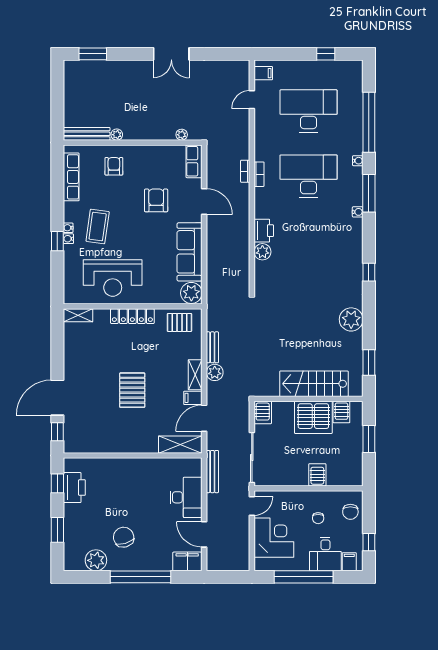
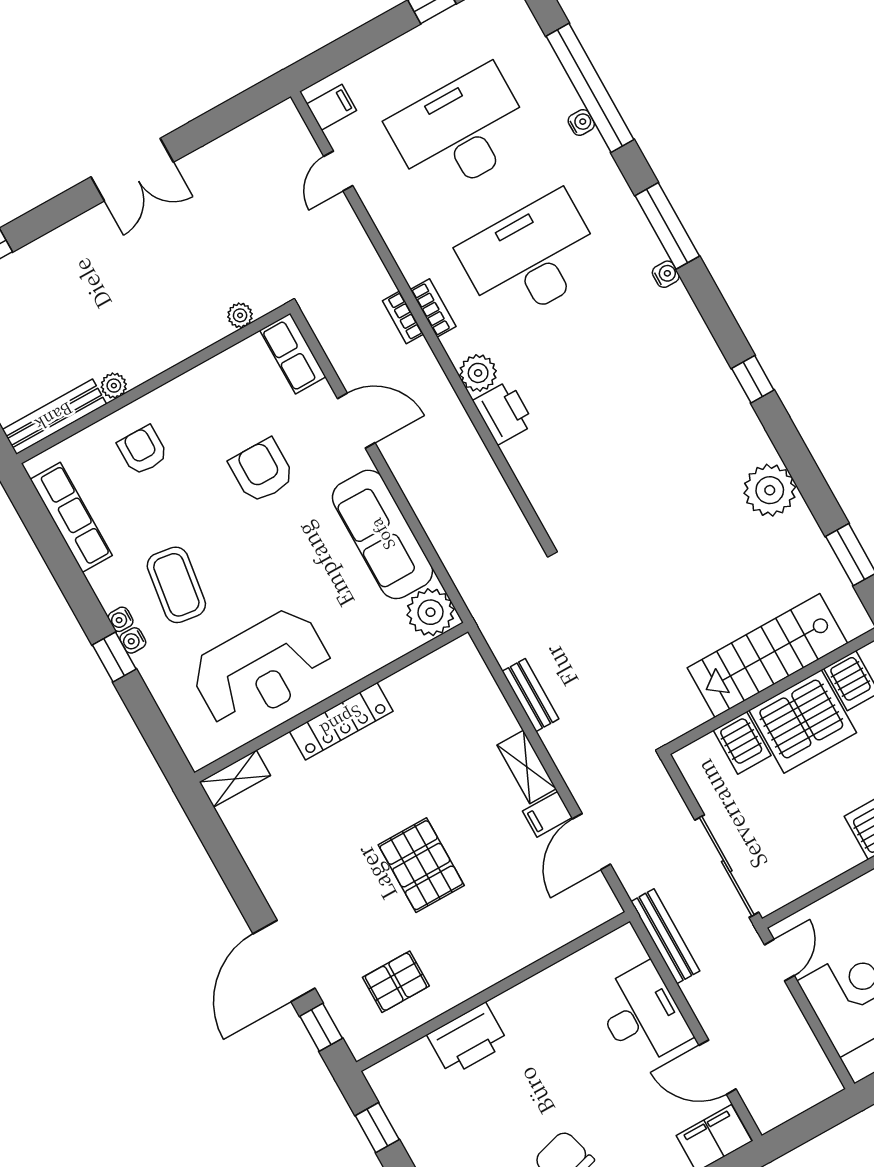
water cooler: (358, 161) -> (581, 122), moved
plant: (262, 252) -> (478, 373), moved
pallet: (179, 322) -> (396, 982), moved
plant: (215, 372) -> (562, 741), removed
server rack: (263, 412) -> (742, 743), moved
shelving: (180, 445) -> (574, 919), removed
printer: (74, 488) -> (468, 1039), moved, turned 90

